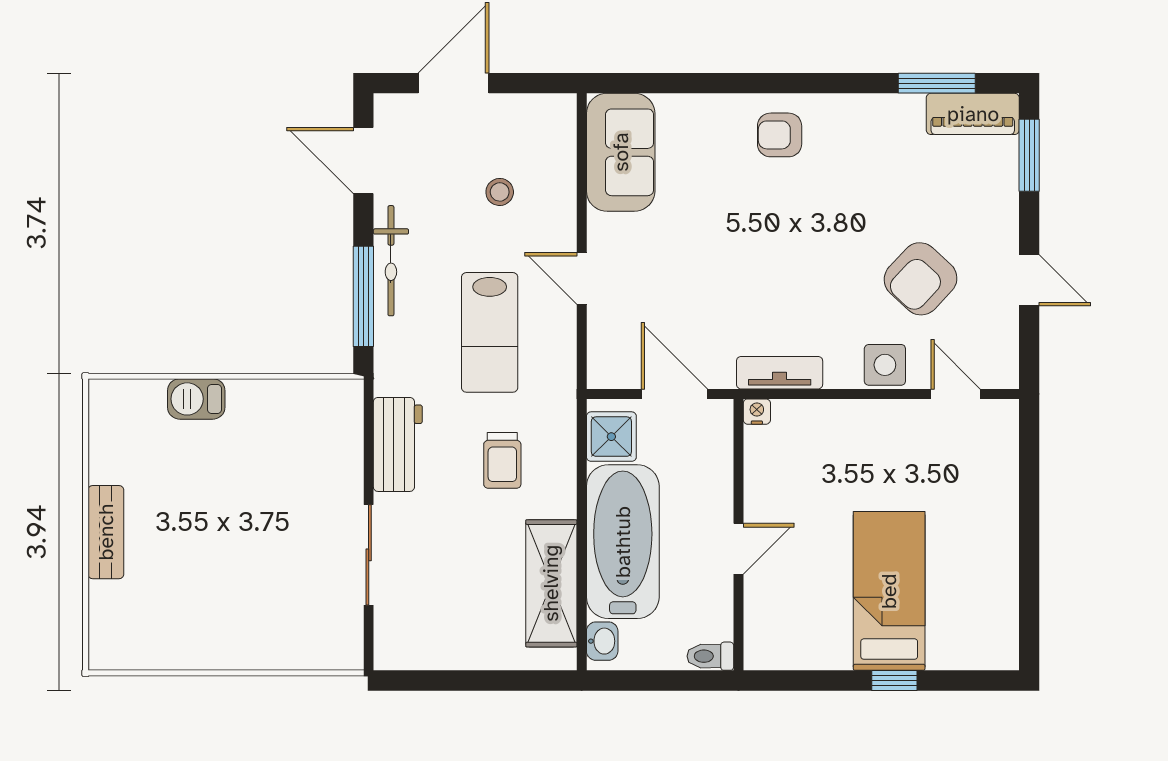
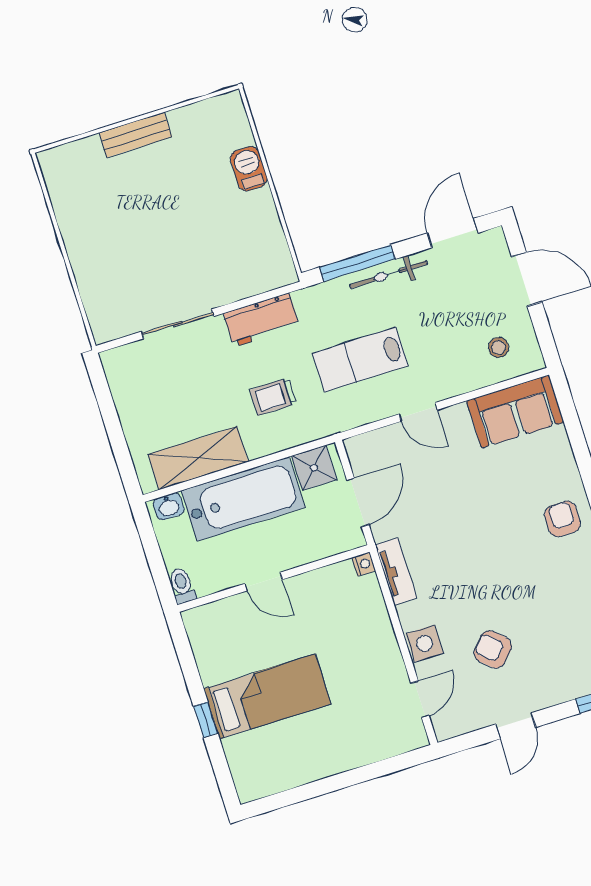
stool: (500, 192) -> (499, 347), moved
door: (582, 278) -> (418, 412), swing flipped
armchair: (921, 279) -> (493, 649), width x0.72, depth x0.72

